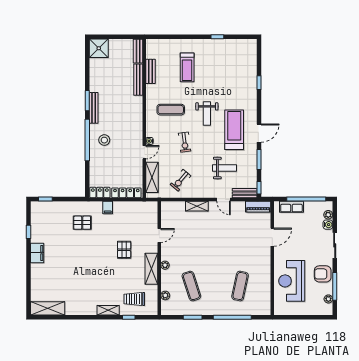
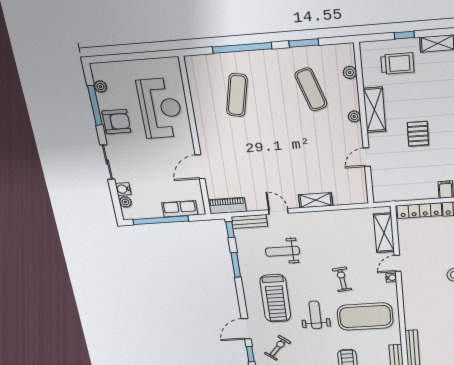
exercise mat: (171, 110) -> (365, 317), width x2.00, depth x1.45
door: (259, 133) -> (246, 329), moved
exercise bike: (181, 180) -> (278, 348), moved

